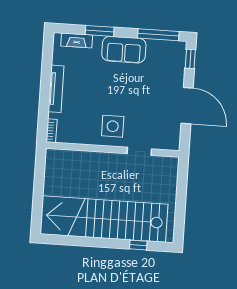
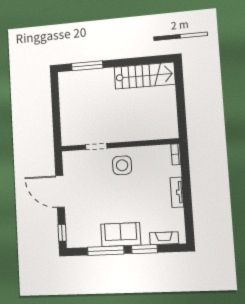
window: (158, 35) -> (106, 251), moved
tv unit: (56, 89) -> (177, 192), width x0.71
stairs: (104, 219) -> (144, 76), width x0.54, depth x0.66
window: (138, 245) -> (87, 66), width x2.17

